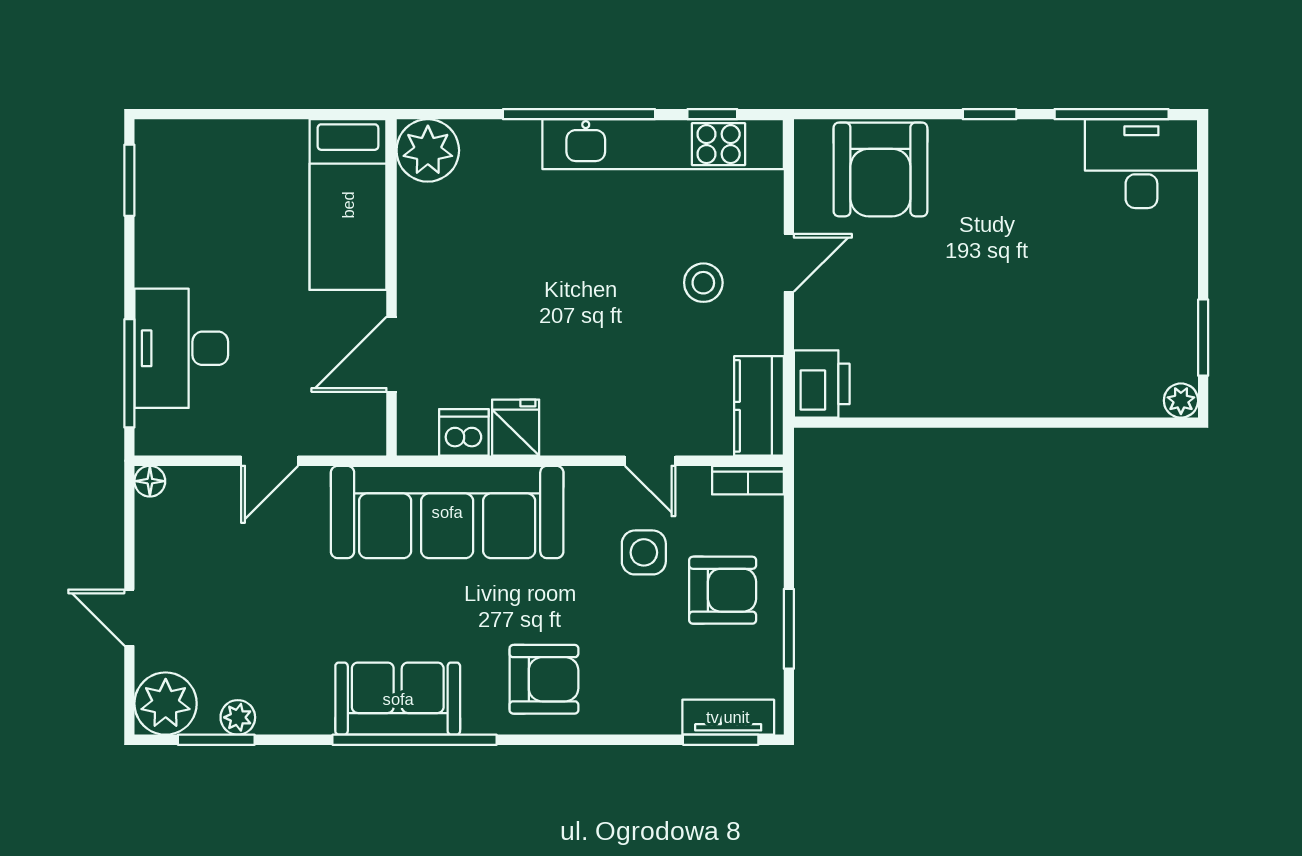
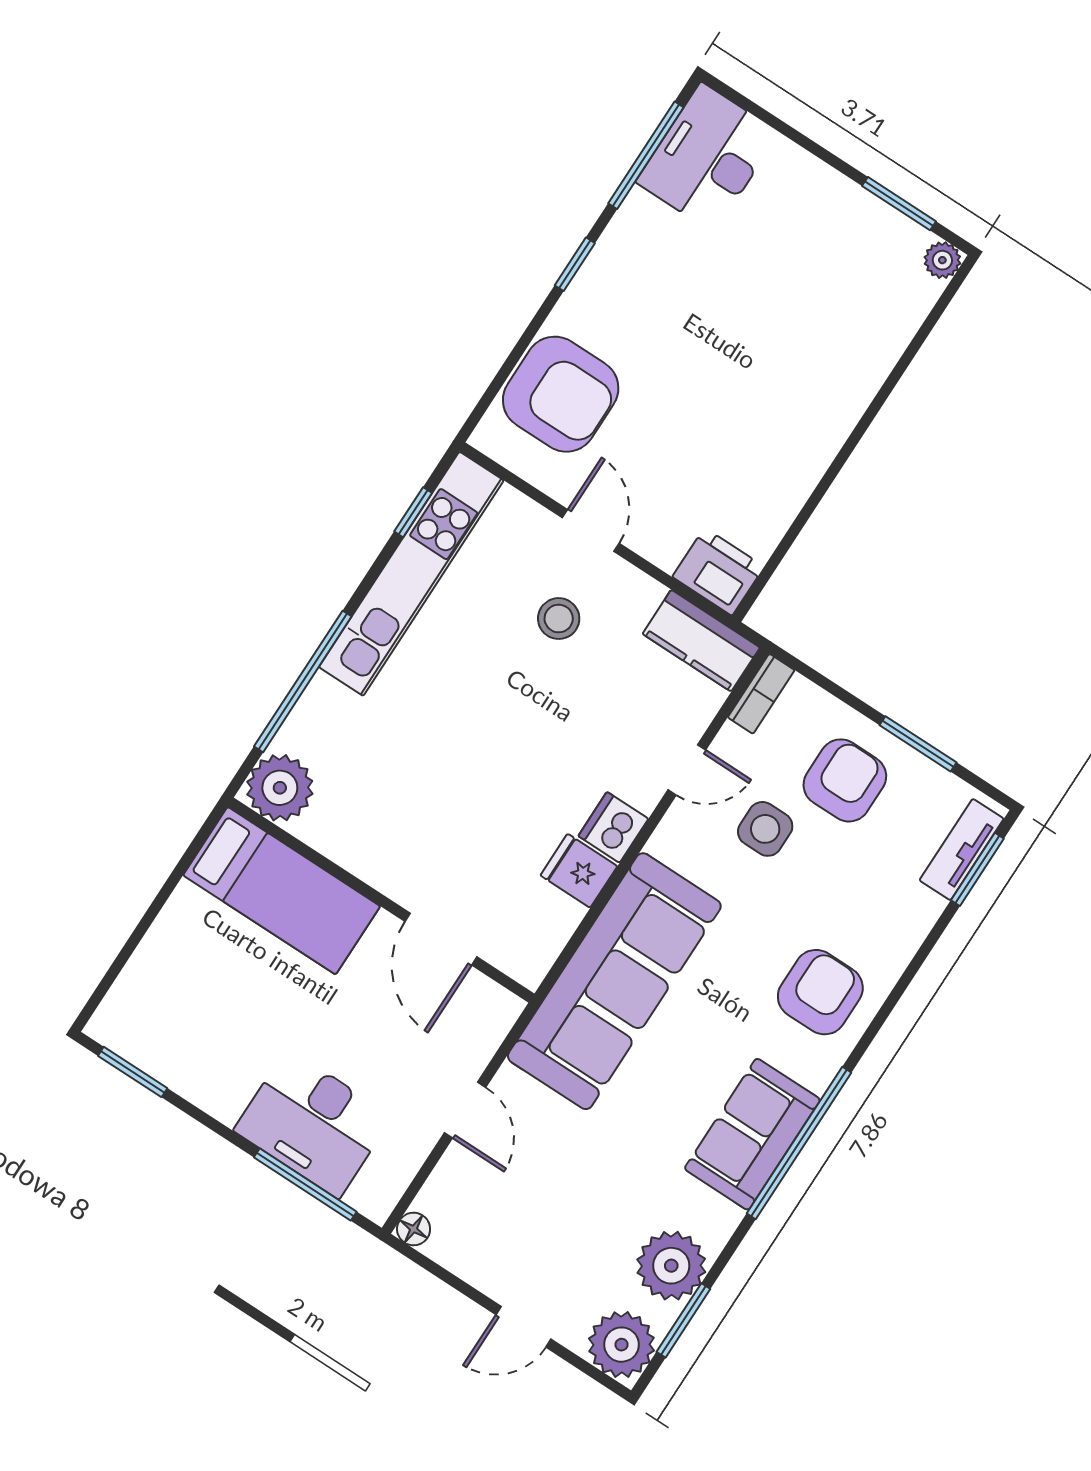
window: (579, 114) -> (303, 681), moved
dishwasher: (464, 432) -> (613, 827), moved
plant: (238, 717) -> (671, 1266), width x1.87, depth x1.87

